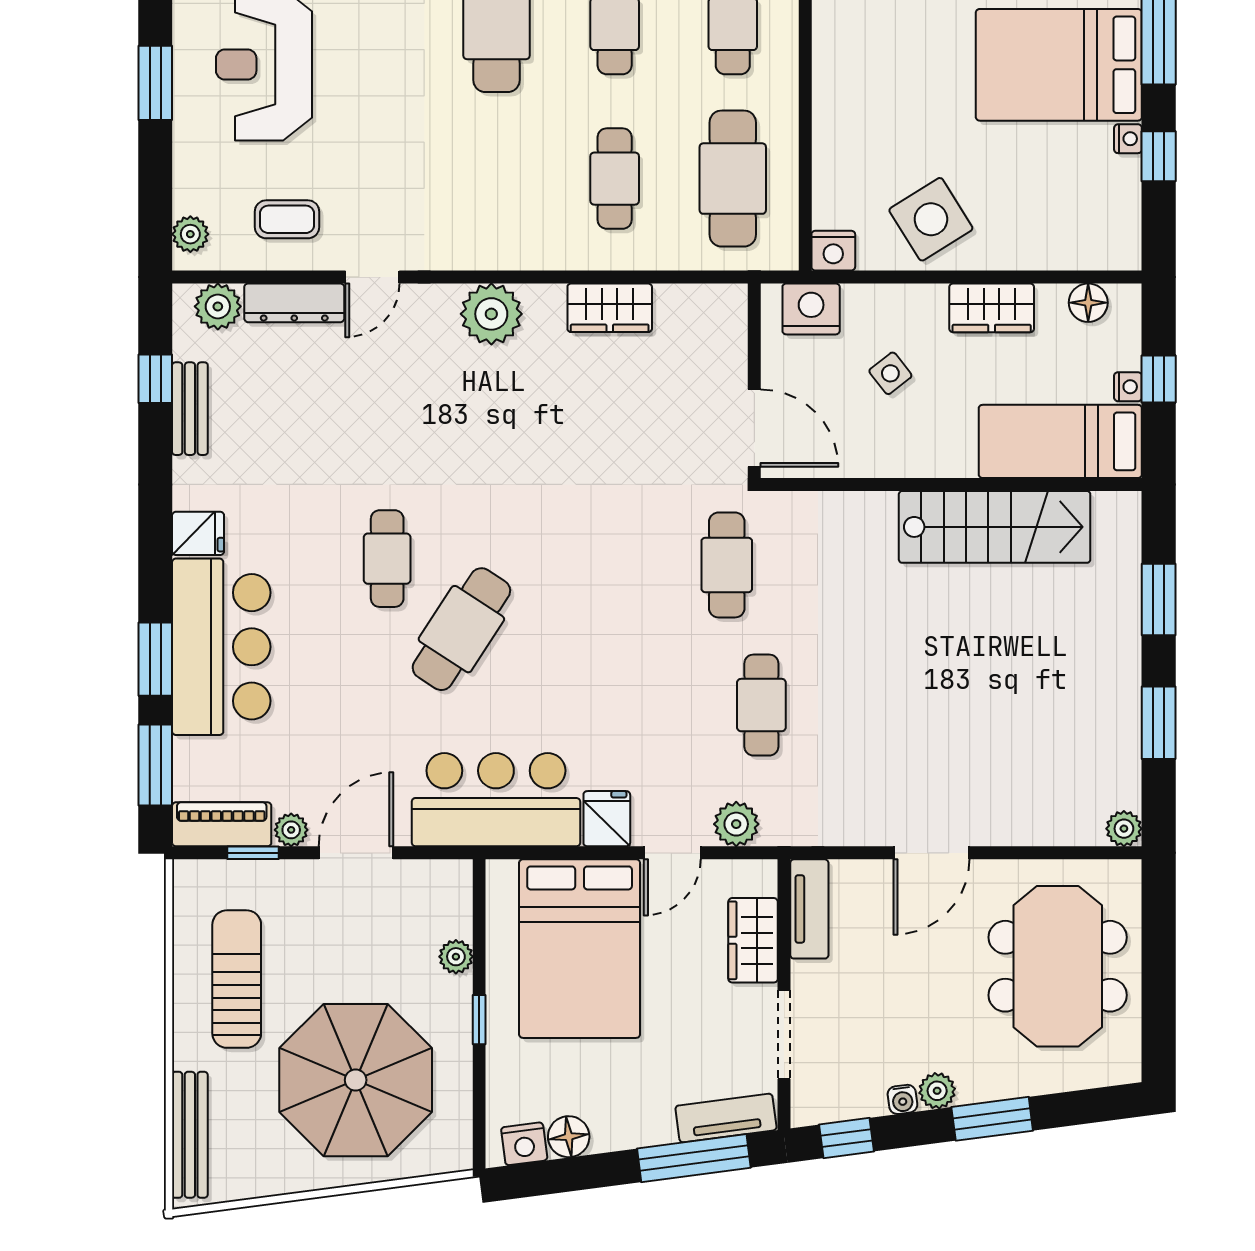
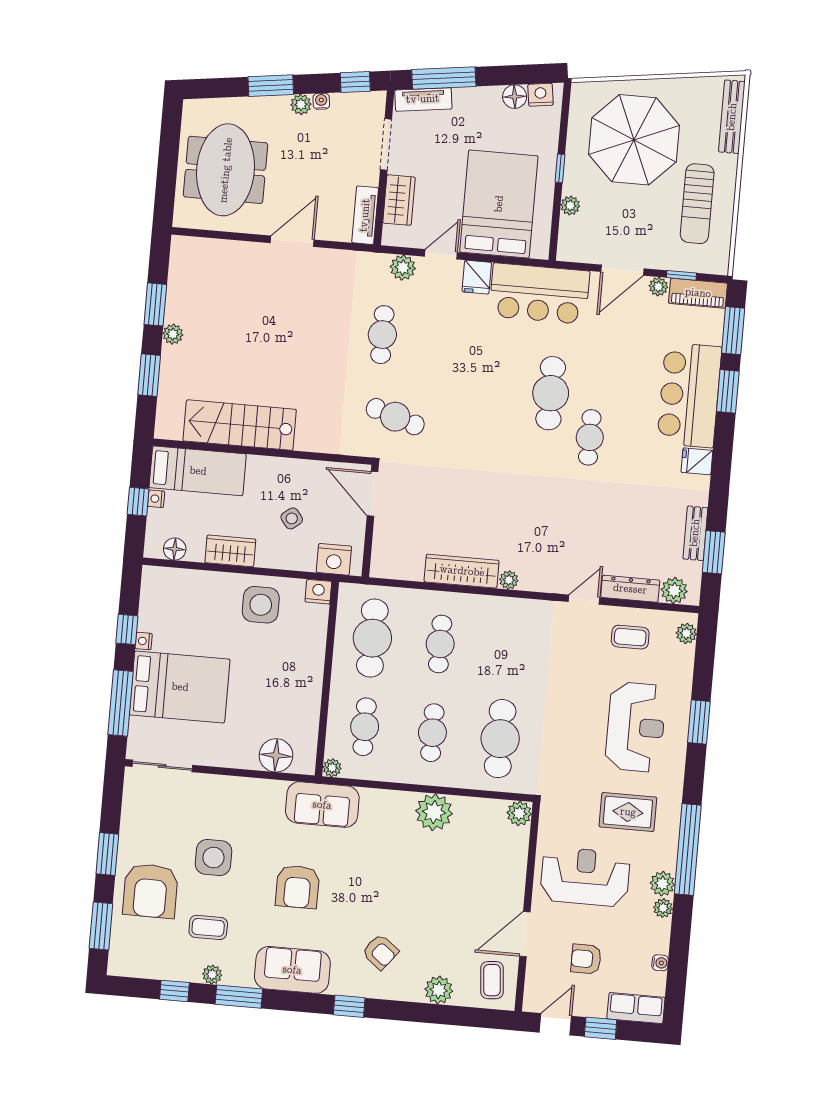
side table: (931, 219) -> (261, 605), turned 32
wardrobe: (610, 308) -> (462, 571), width x1.50
plant: (491, 314) -> (509, 580), width x0.53, depth x0.53
window: (155, 379) -> (714, 552), width x1.50
cafe table: (727, 565) -> (395, 417), turned -72
cafe table: (461, 629) -> (551, 393), turned -33
plant: (1124, 829) -> (173, 334), moved

